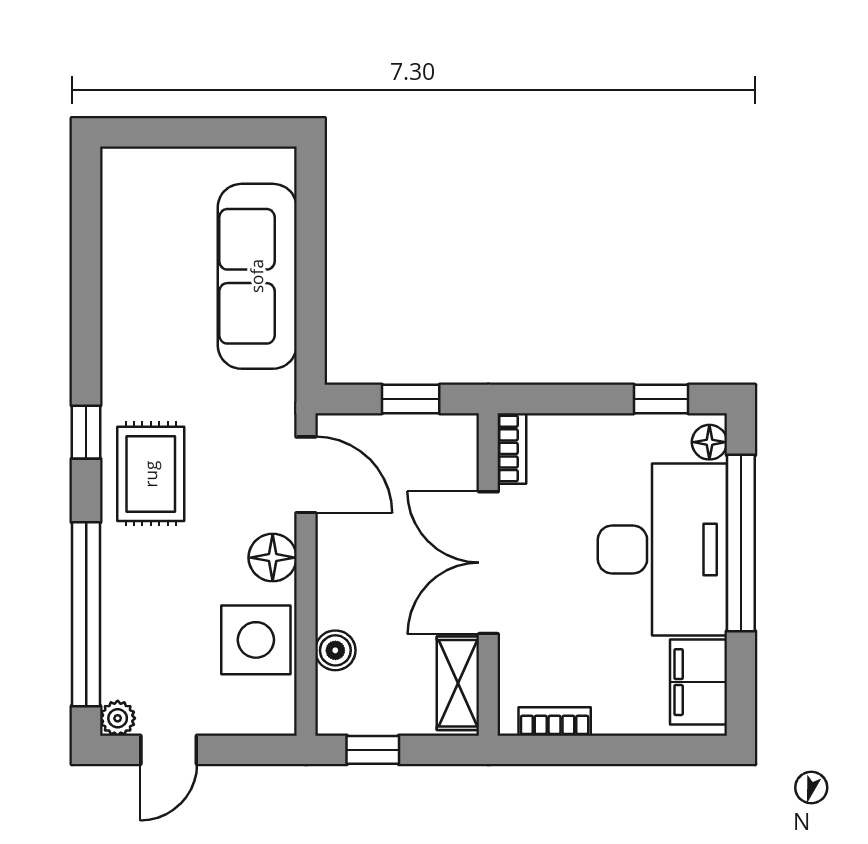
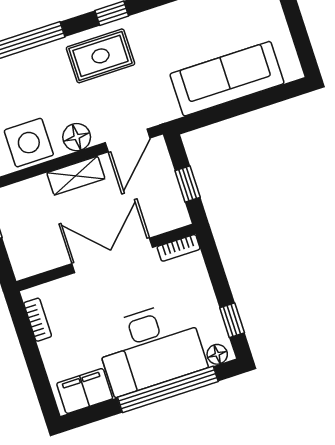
boiler: (335, 650) -> (37, 188), removed
shelving: (458, 683) -> (76, 176), moved

